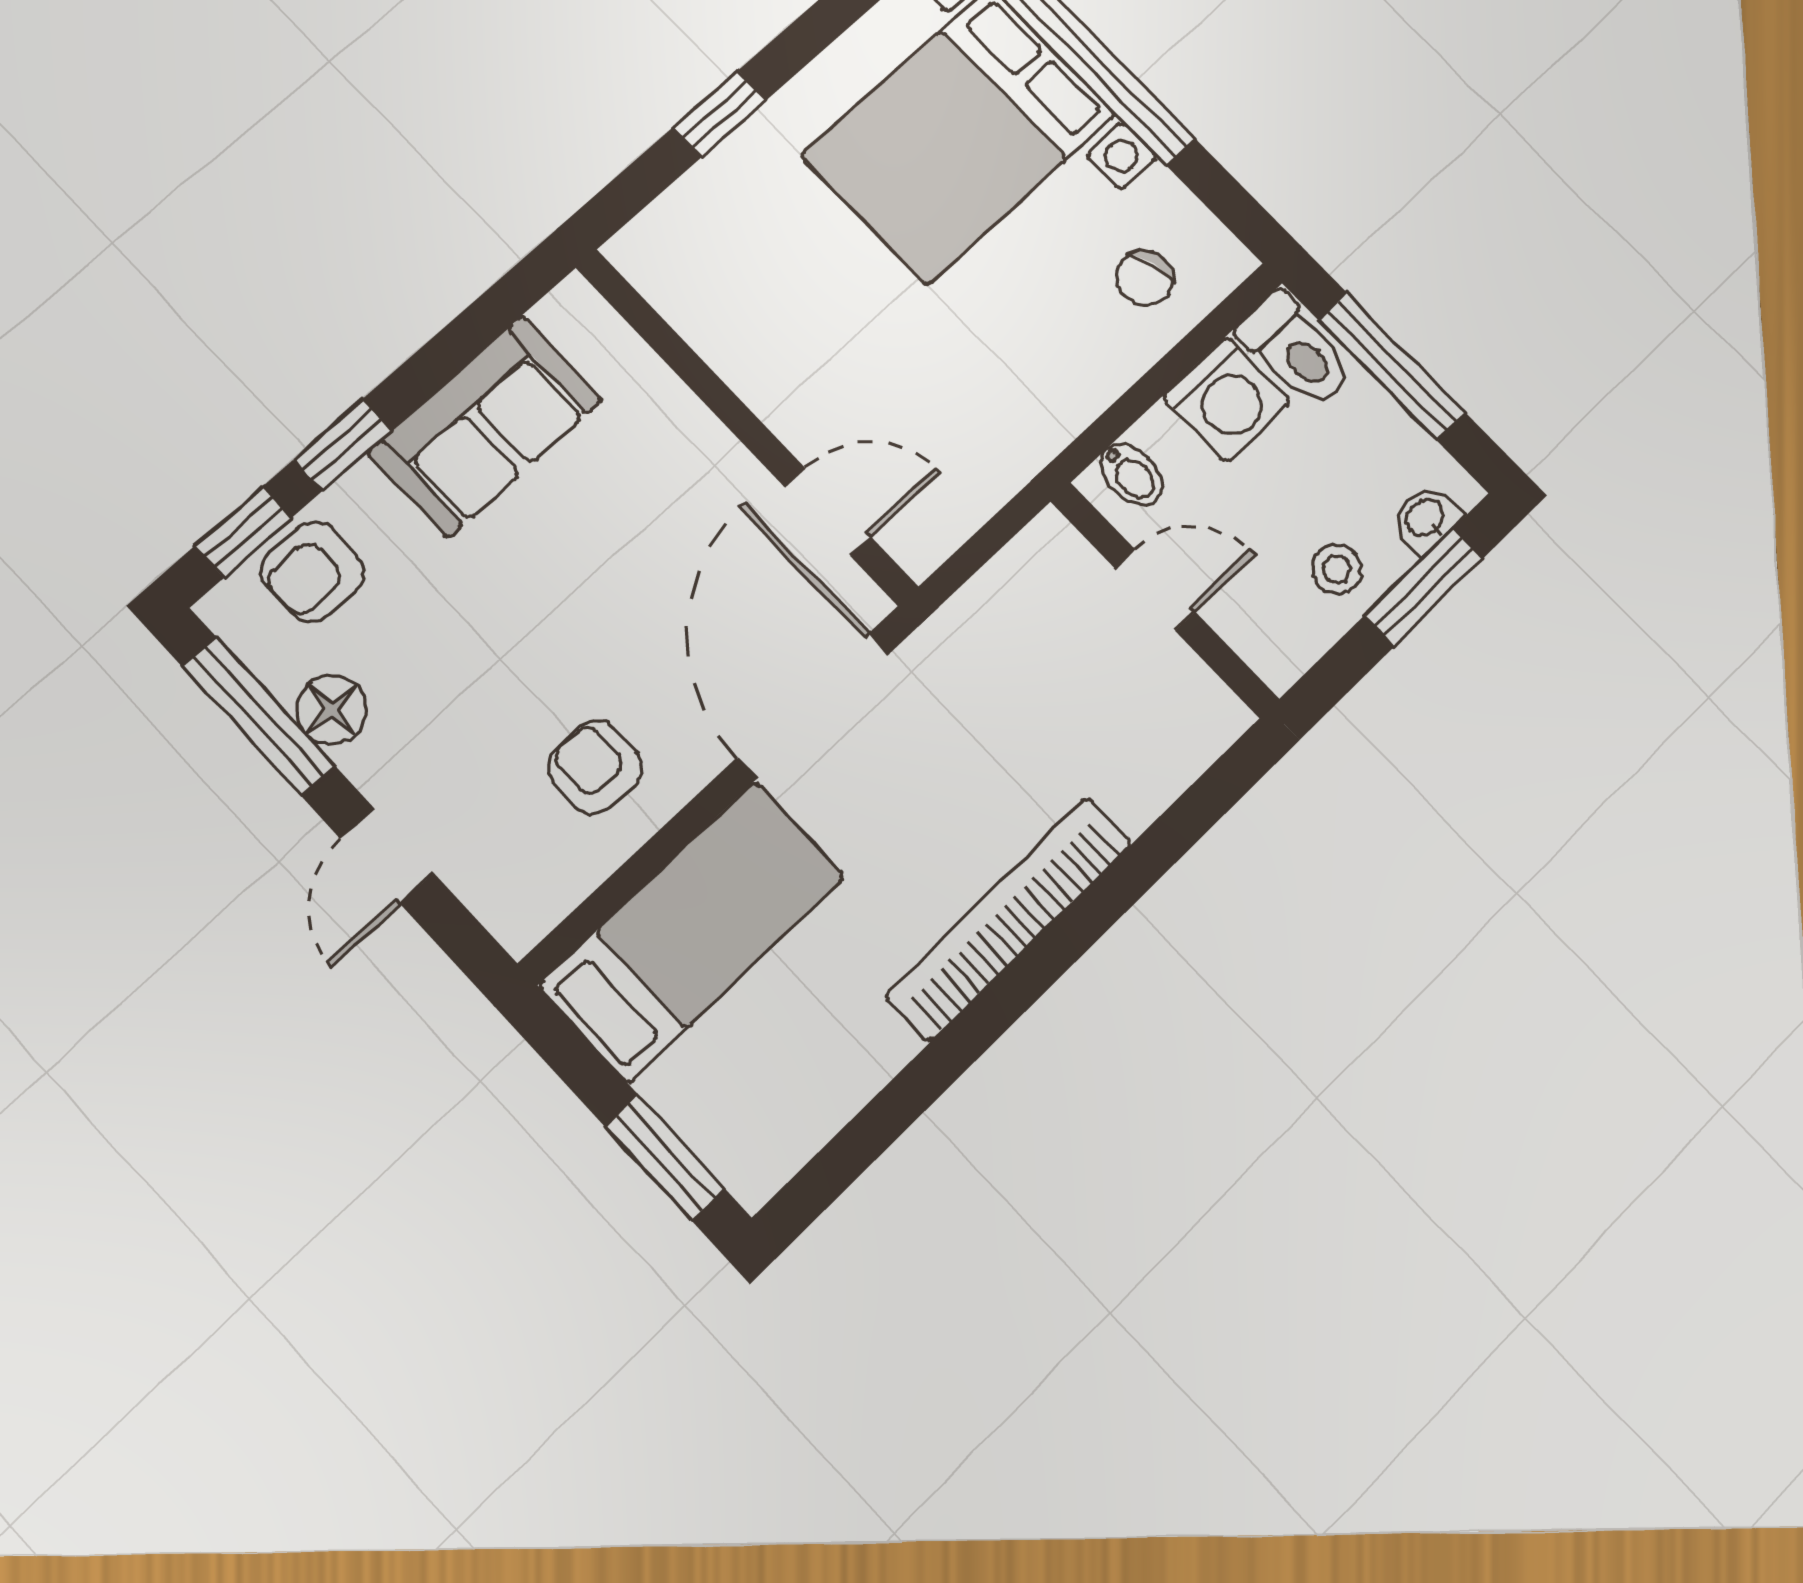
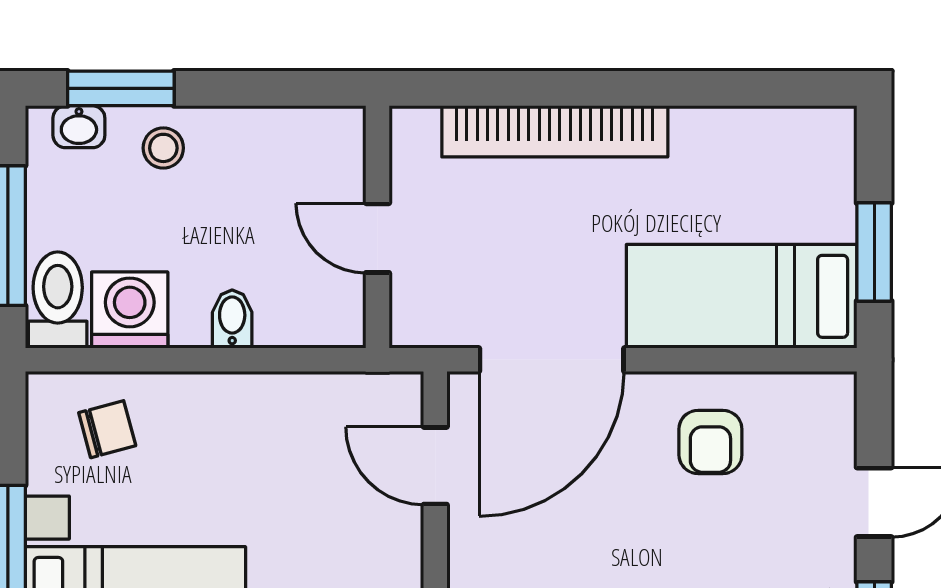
door: (1155, 590) -> (378, 238), moved
wall: (1164, 600) -> (378, 227), moved
window: (665, 1157) -> (874, 252), moved

